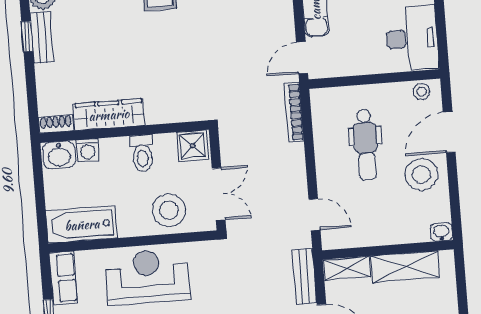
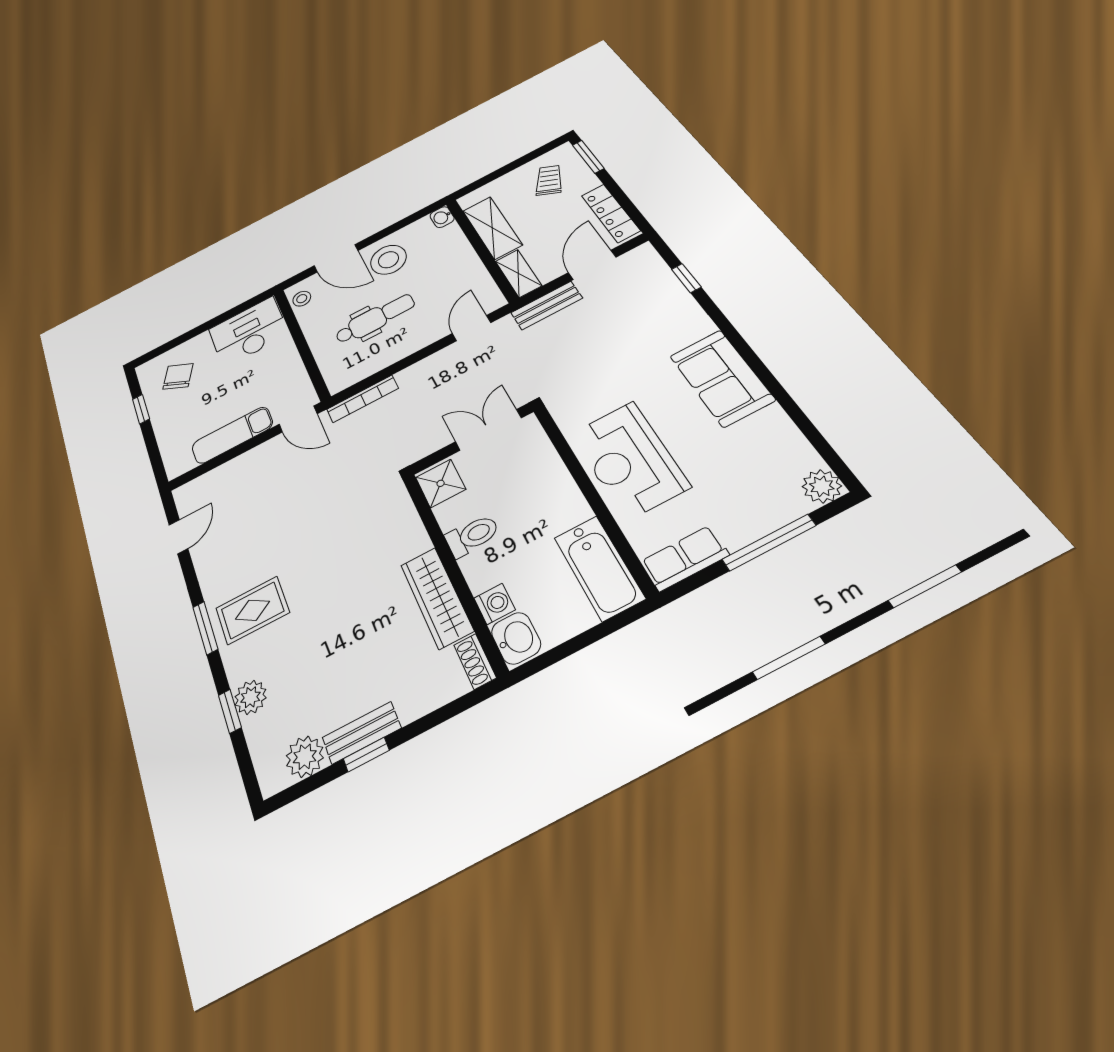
stool: (169, 210) -> (532, 473), removed

